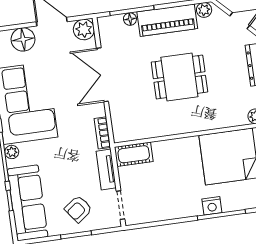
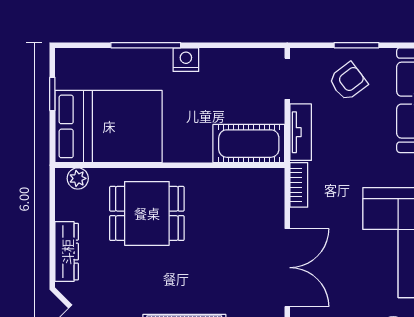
dining table: (179, 77) -> (147, 213), moved
cot: (134, 154) -> (249, 144), width x1.37, depth x1.34
nightstand: (212, 206) -> (186, 60), moved

